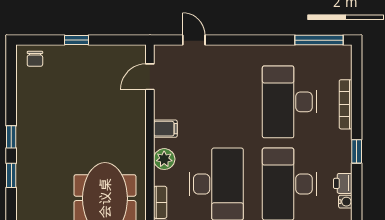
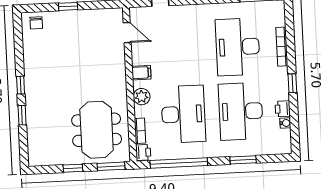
door: (150, 77) -> (127, 33), swing flipped

